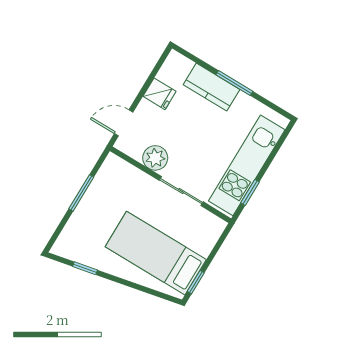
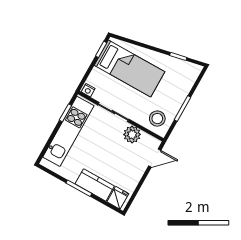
fridge: (160, 94) -> (118, 198), moved, turned 90
stool: (118, 180) -> (157, 119), added
nightstand: (216, 224) -> (88, 90), added

